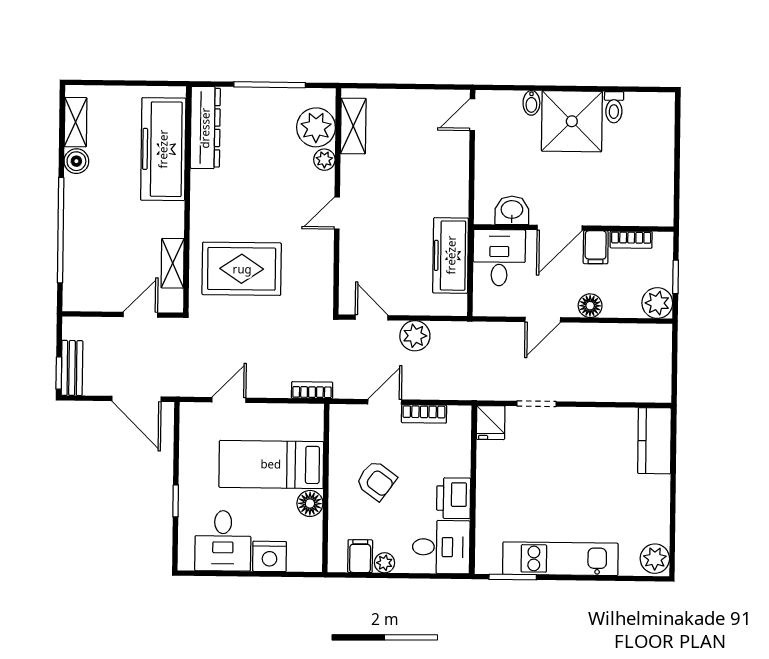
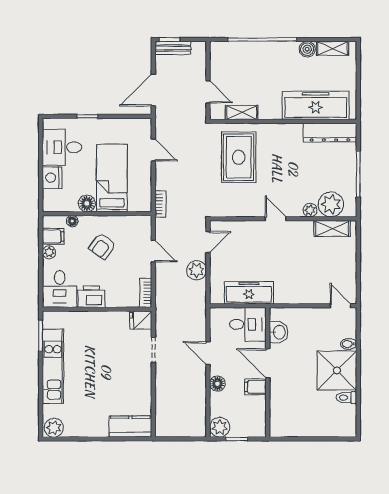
bookcase: (631, 240) -> (261, 410), removed
bookcase: (424, 414) -> (146, 293), moved
floor lamp: (337, 526) -> (72, 221), added

